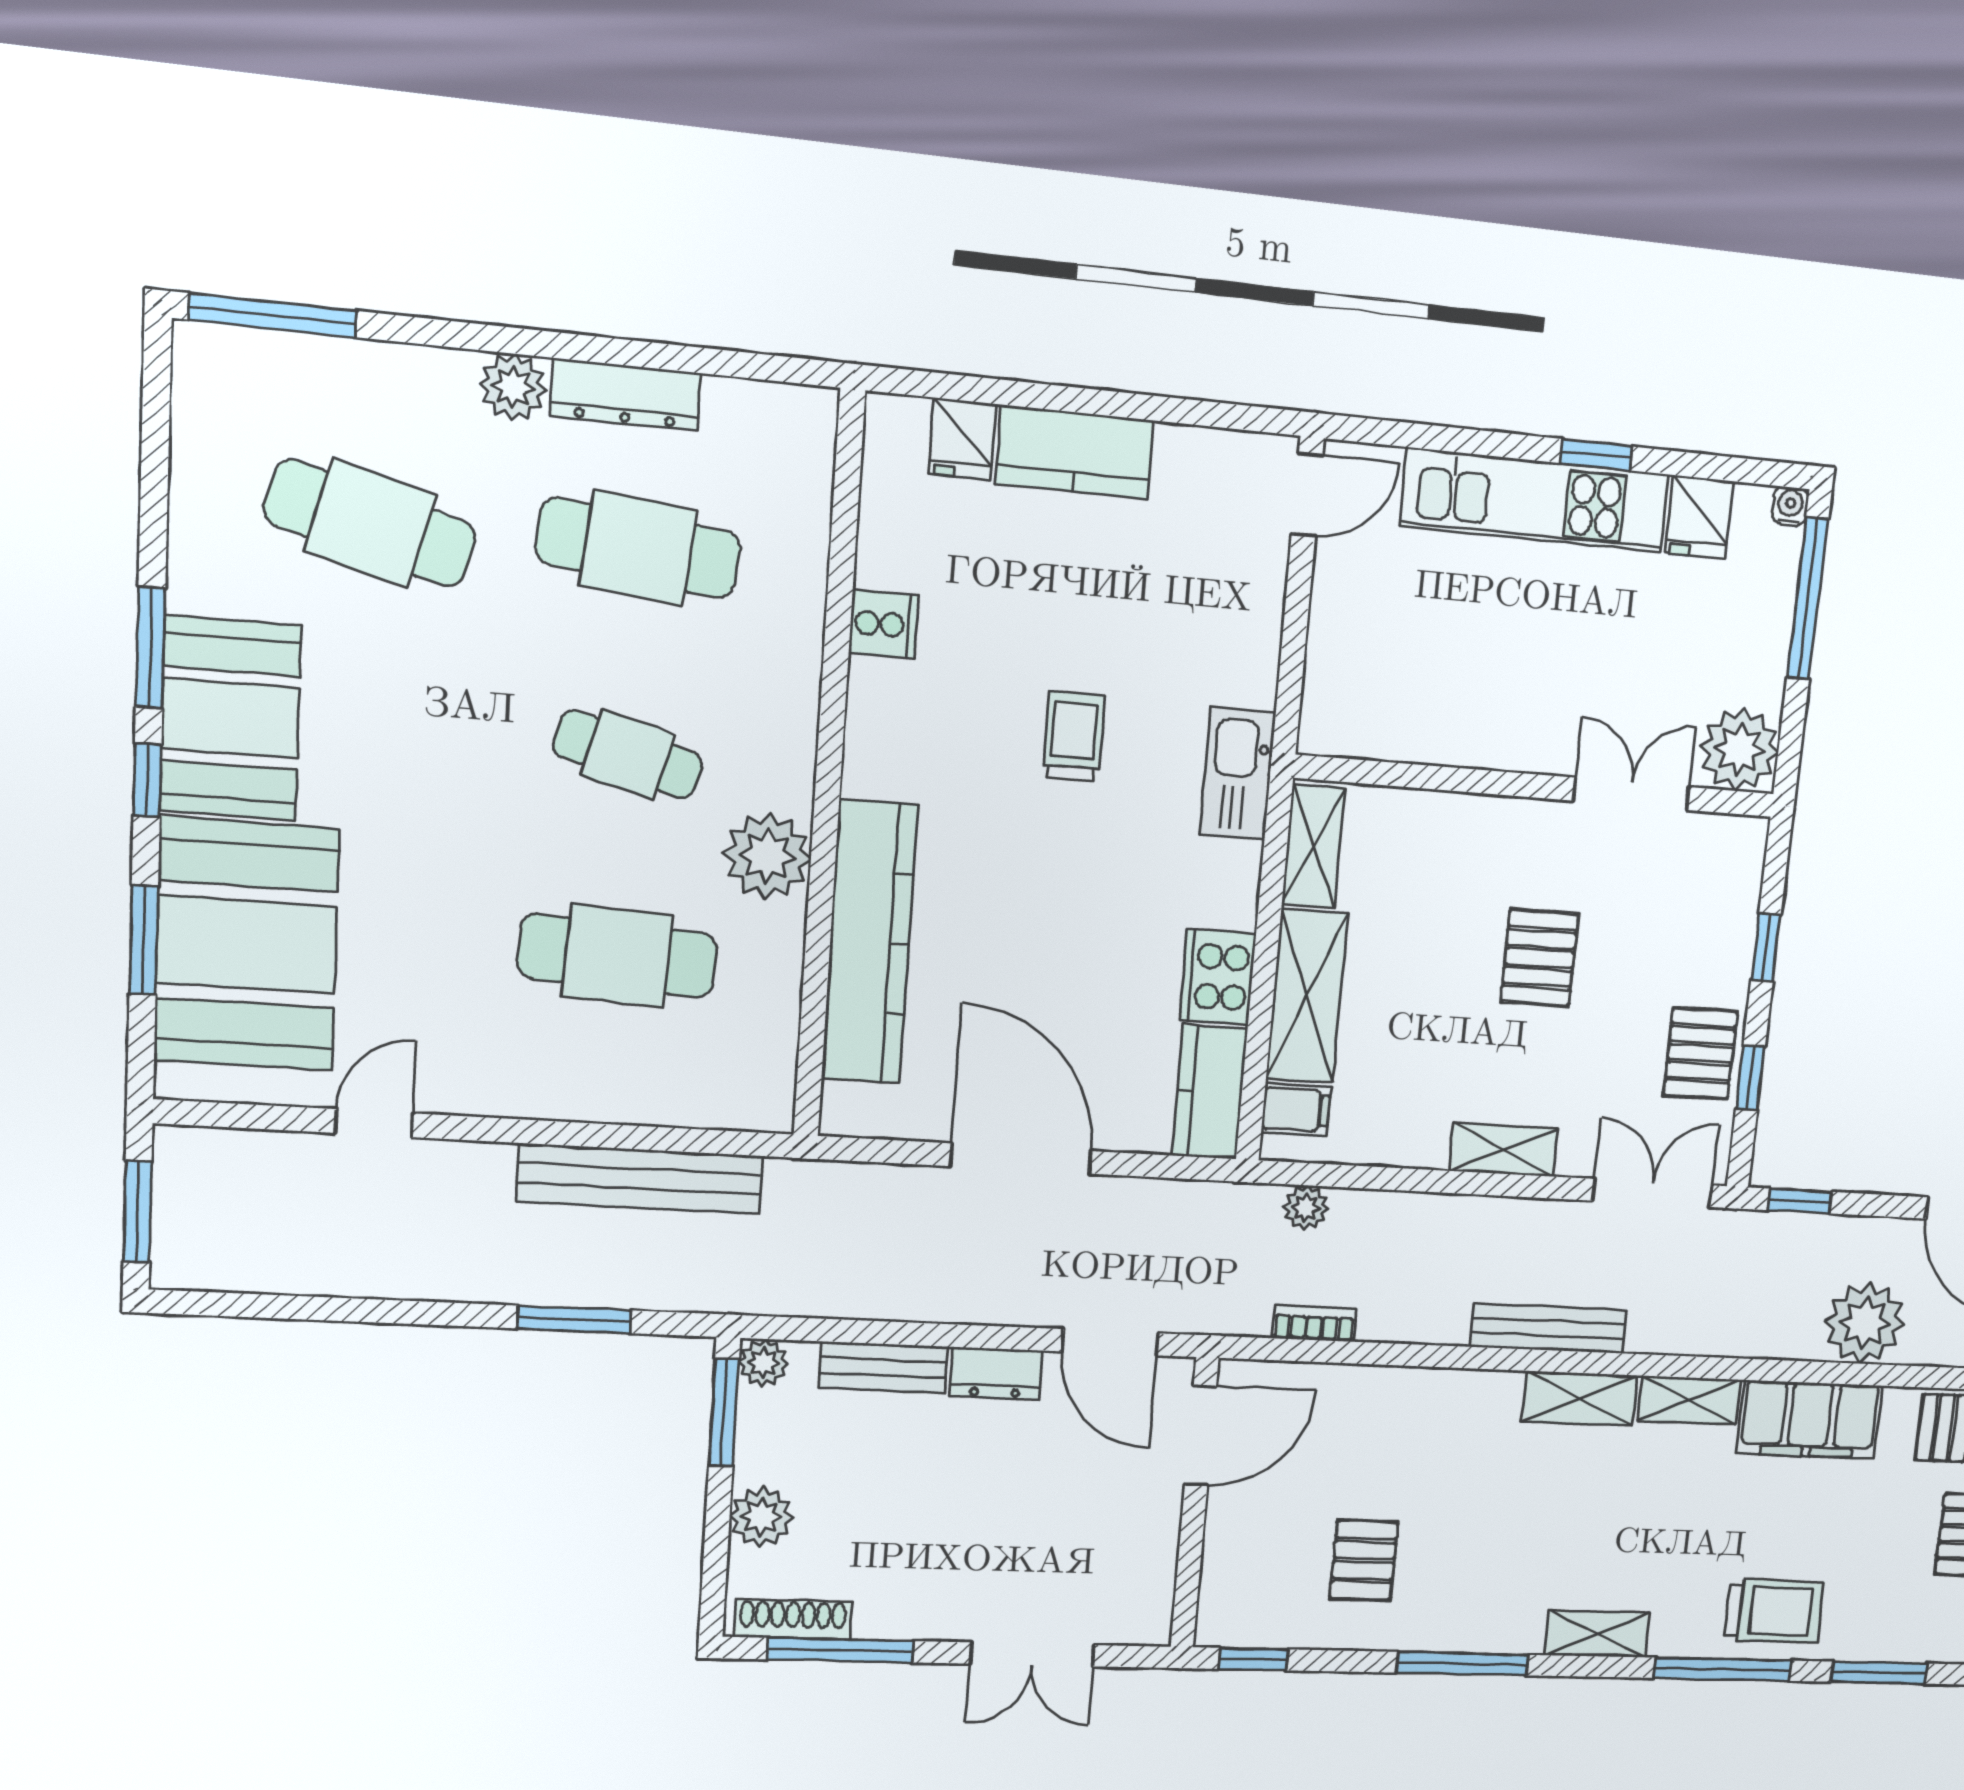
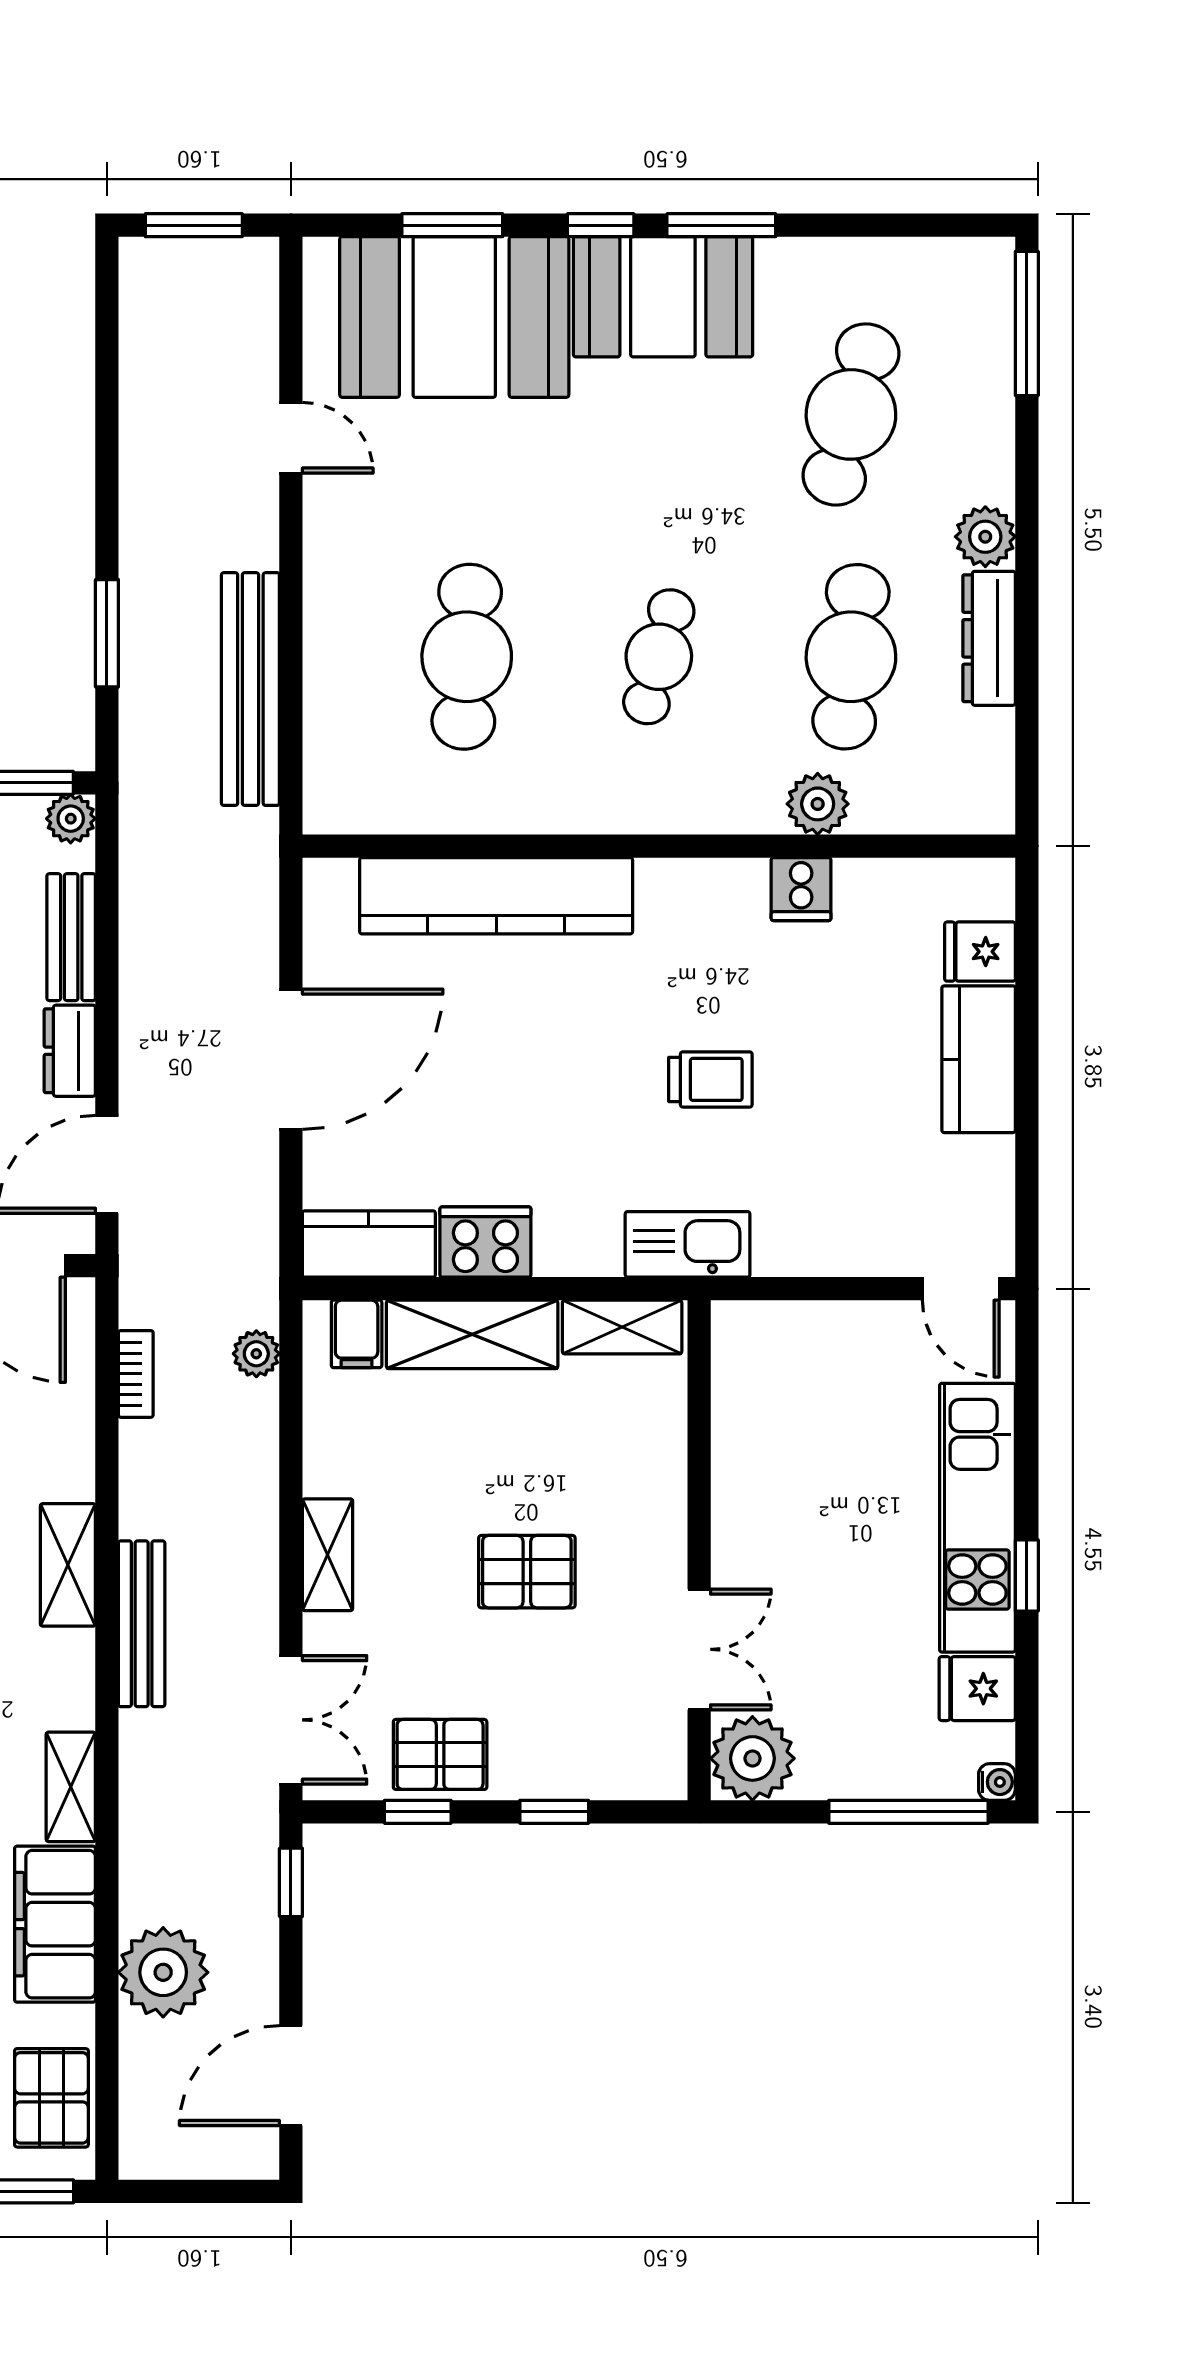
plant: (767, 856) -> (818, 804), moved, width x0.73, depth x0.73
shelving: (1580, 1399) -> (68, 1565), moved

